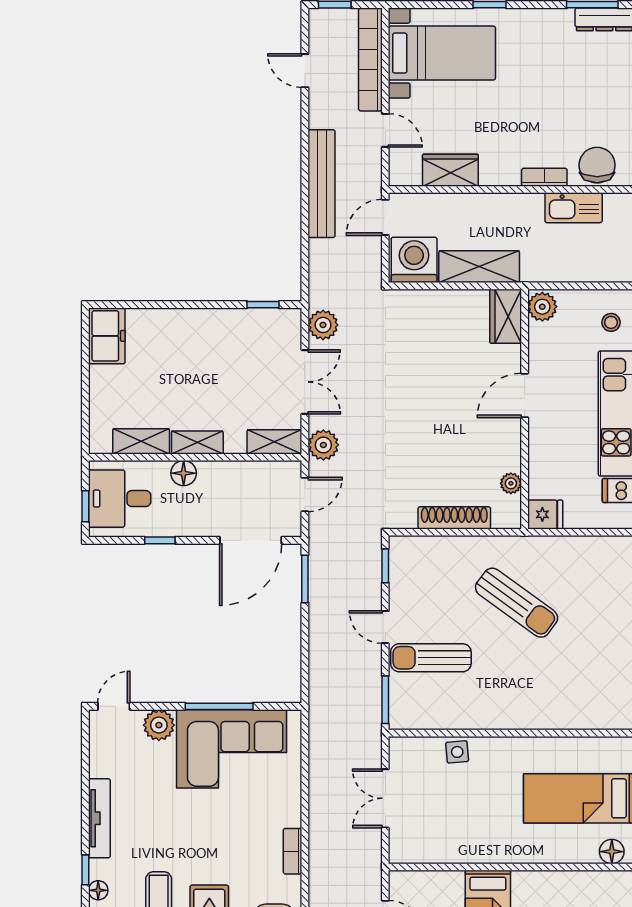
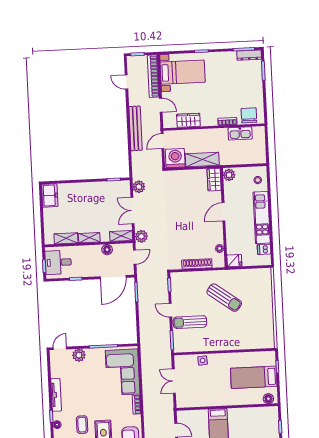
double door: (305, 382) -> (133, 211), swing flipped
floor lamp: (184, 473) -> (107, 250), moved
corner sofa: (232, 749) -> (123, 372), moved, turned 90

